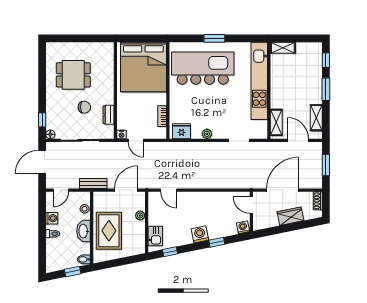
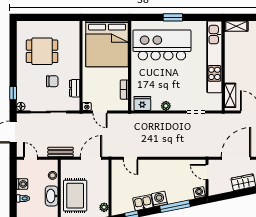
door: (61, 190) -> (31, 158), swing flipped
plant: (140, 215) -> (104, 207), moved
kitchen sink: (155, 236) -> (143, 203), moved, turned -102
window: (217, 242) -> (175, 206), width x2.17

